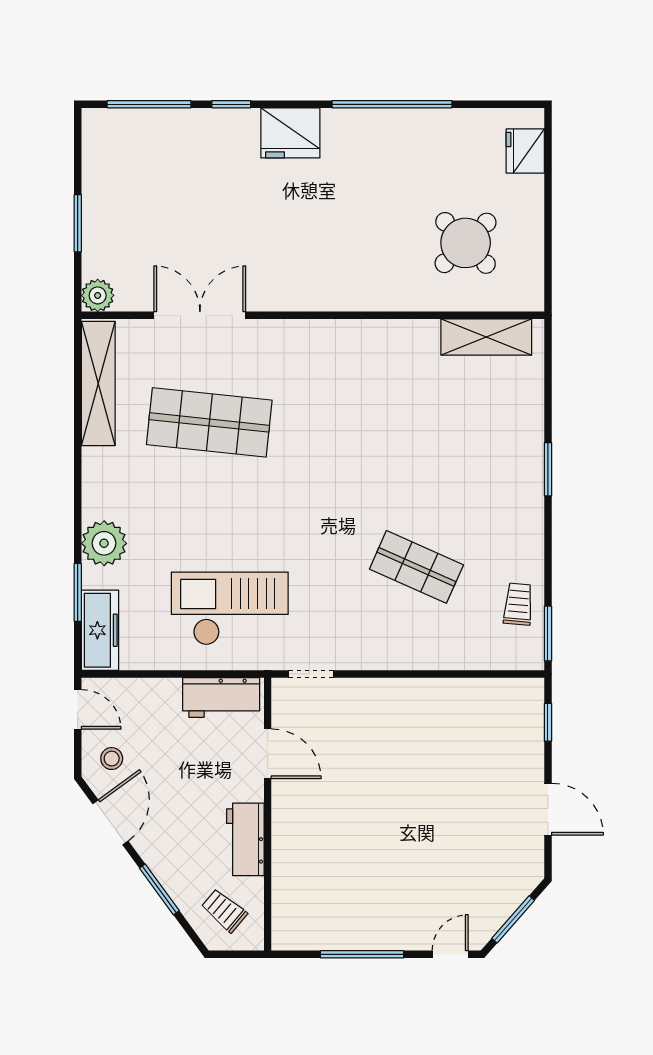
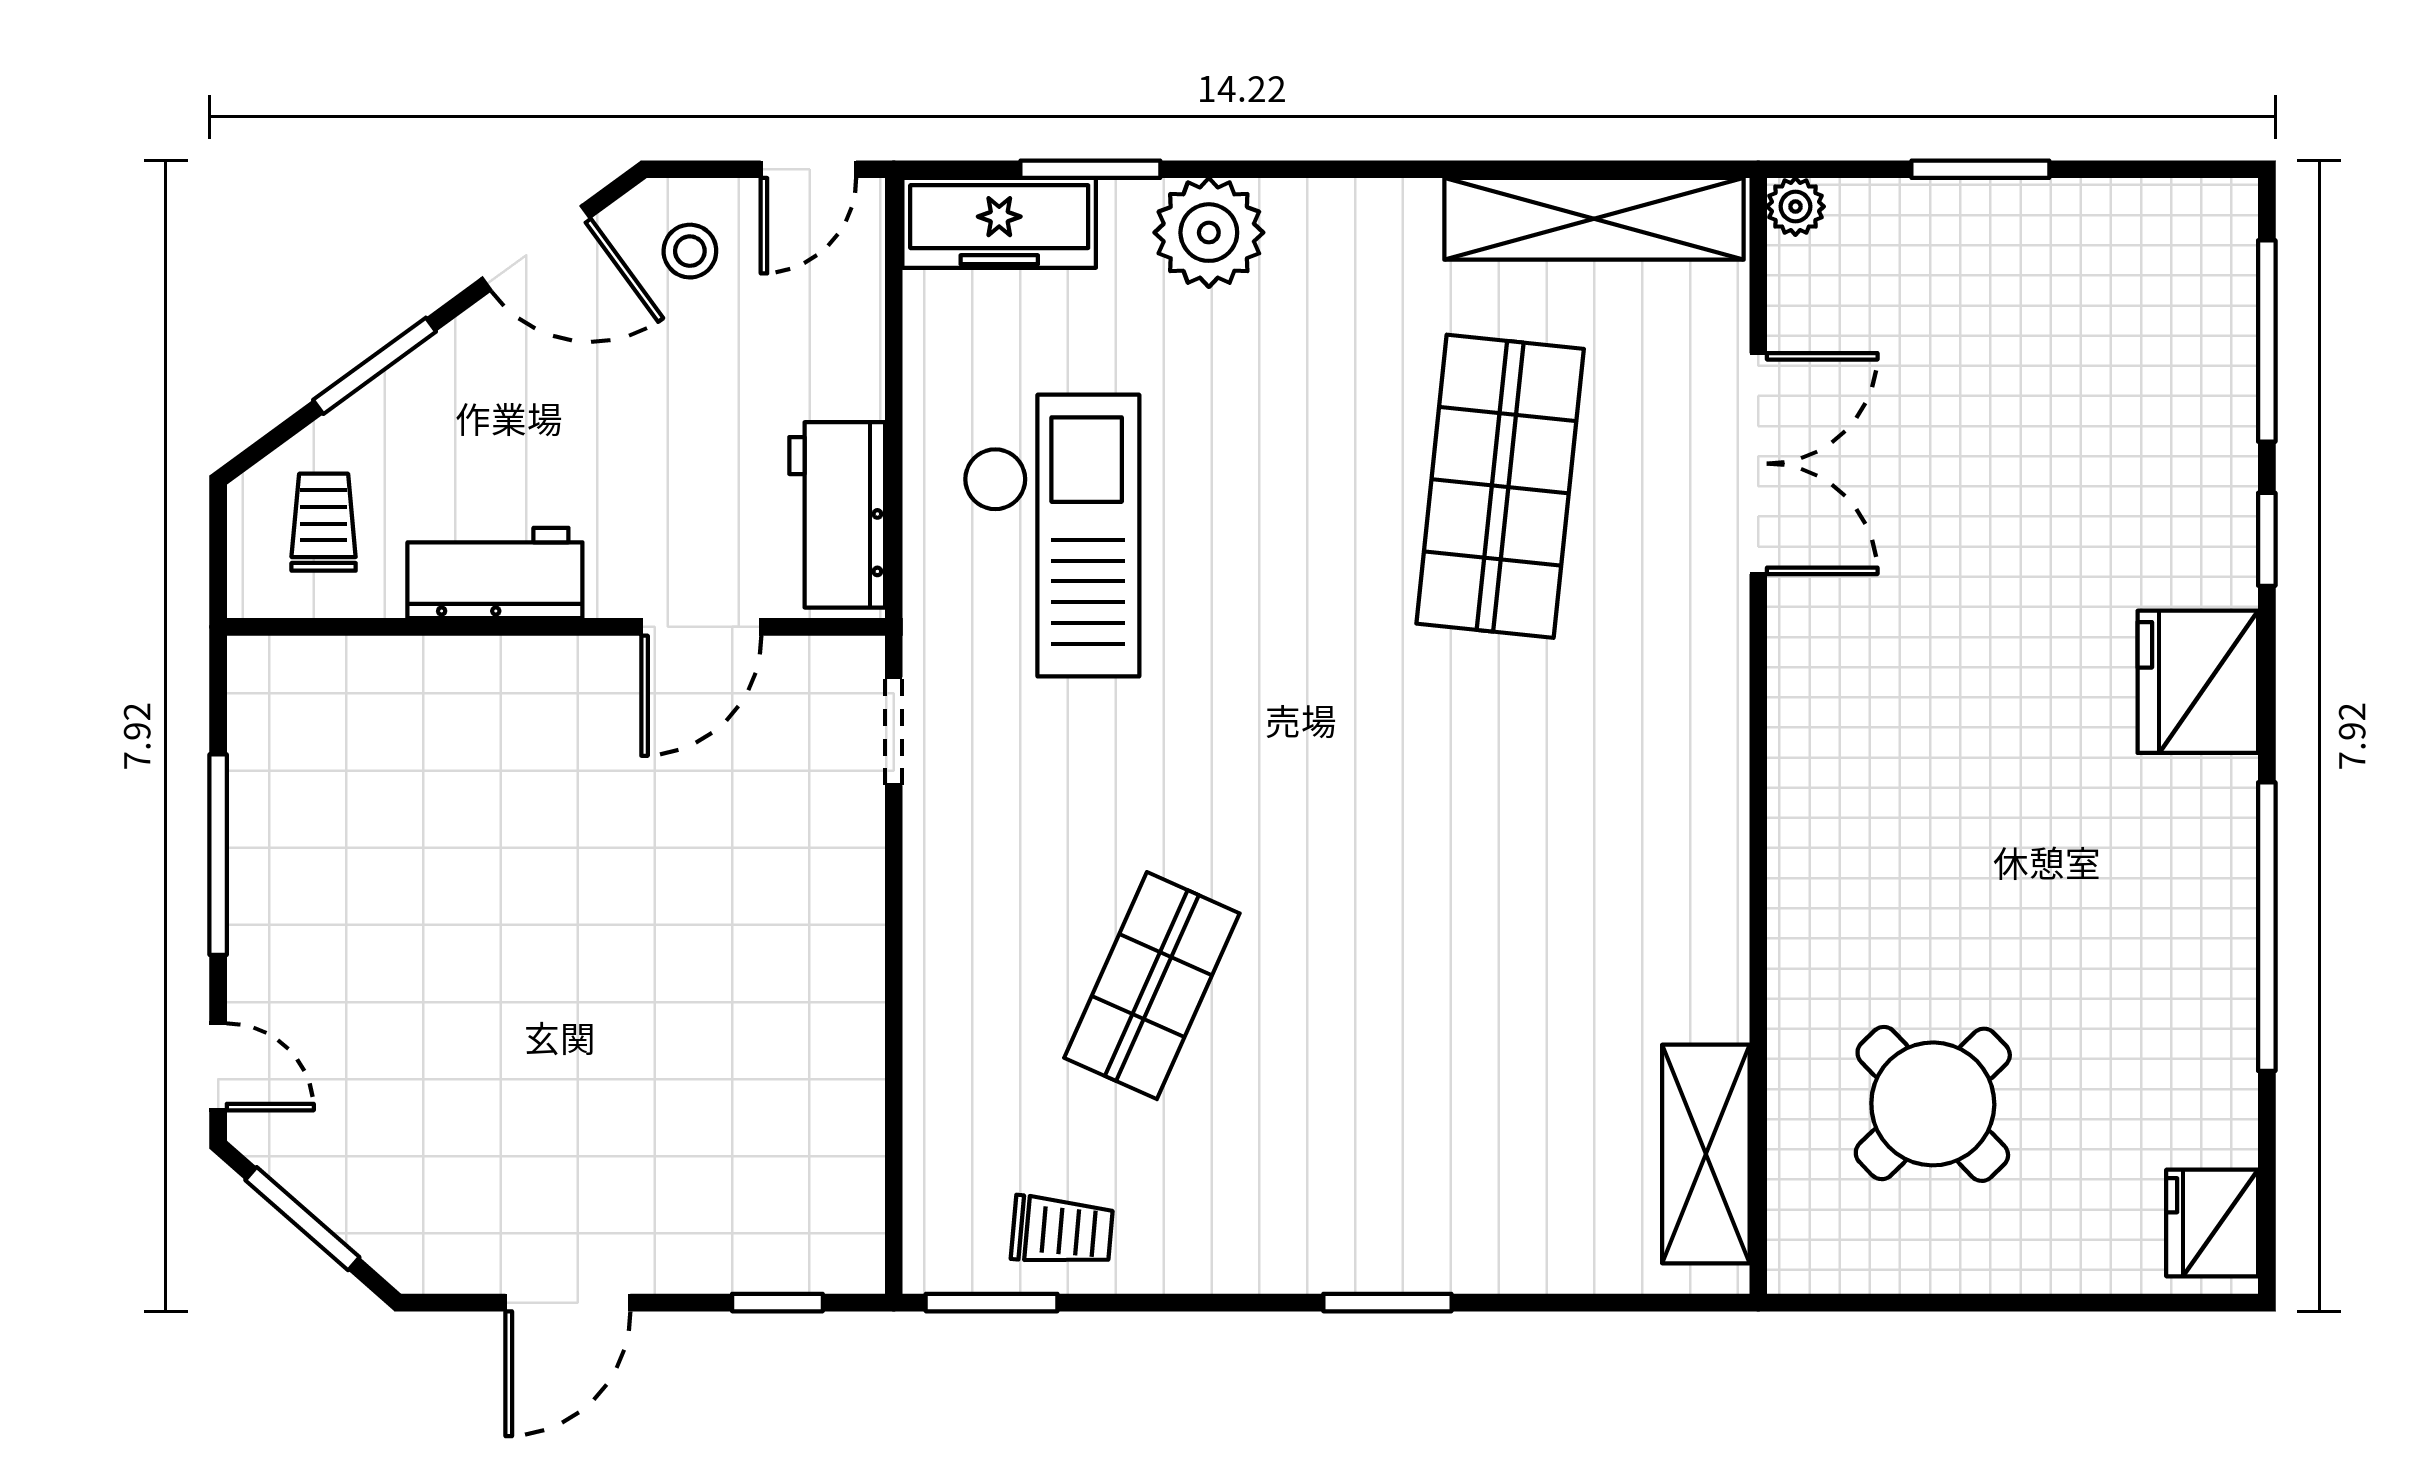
fridge: (525, 151) -> (2212, 1223), moved, turned -90
plant: (98, 295) -> (1795, 206), width x0.73, depth x0.73
trolley: (224, 911) -> (324, 522), turned -40

